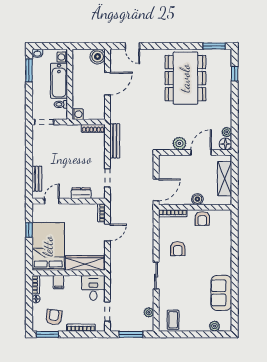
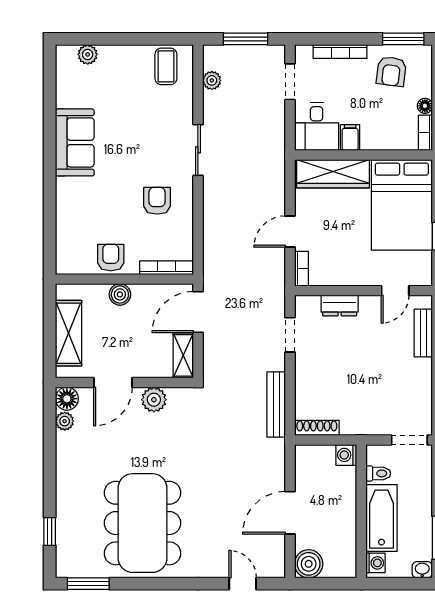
shelving: (164, 167) -> (183, 355), added
filing cabinet: (58, 282) -> (350, 138), moved
sofa: (221, 293) -> (75, 142), moved

